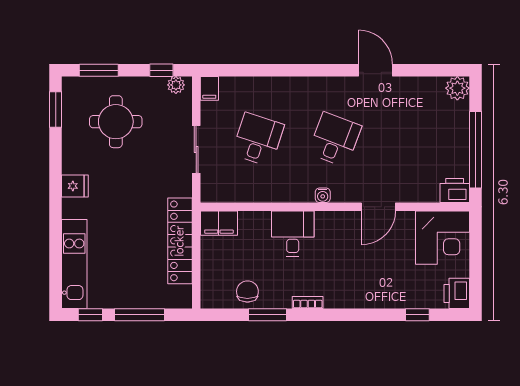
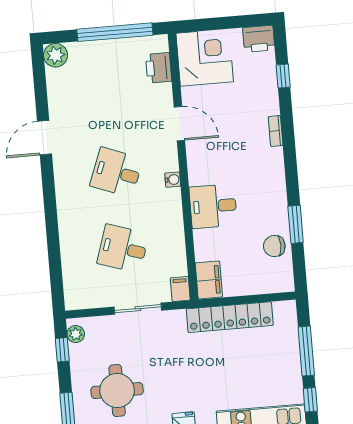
filing cabinet: (209, 88) -> (180, 289), moved, turned -90
printer: (455, 191) -> (159, 68), moved
bookcase: (308, 303) -> (276, 131), moved

